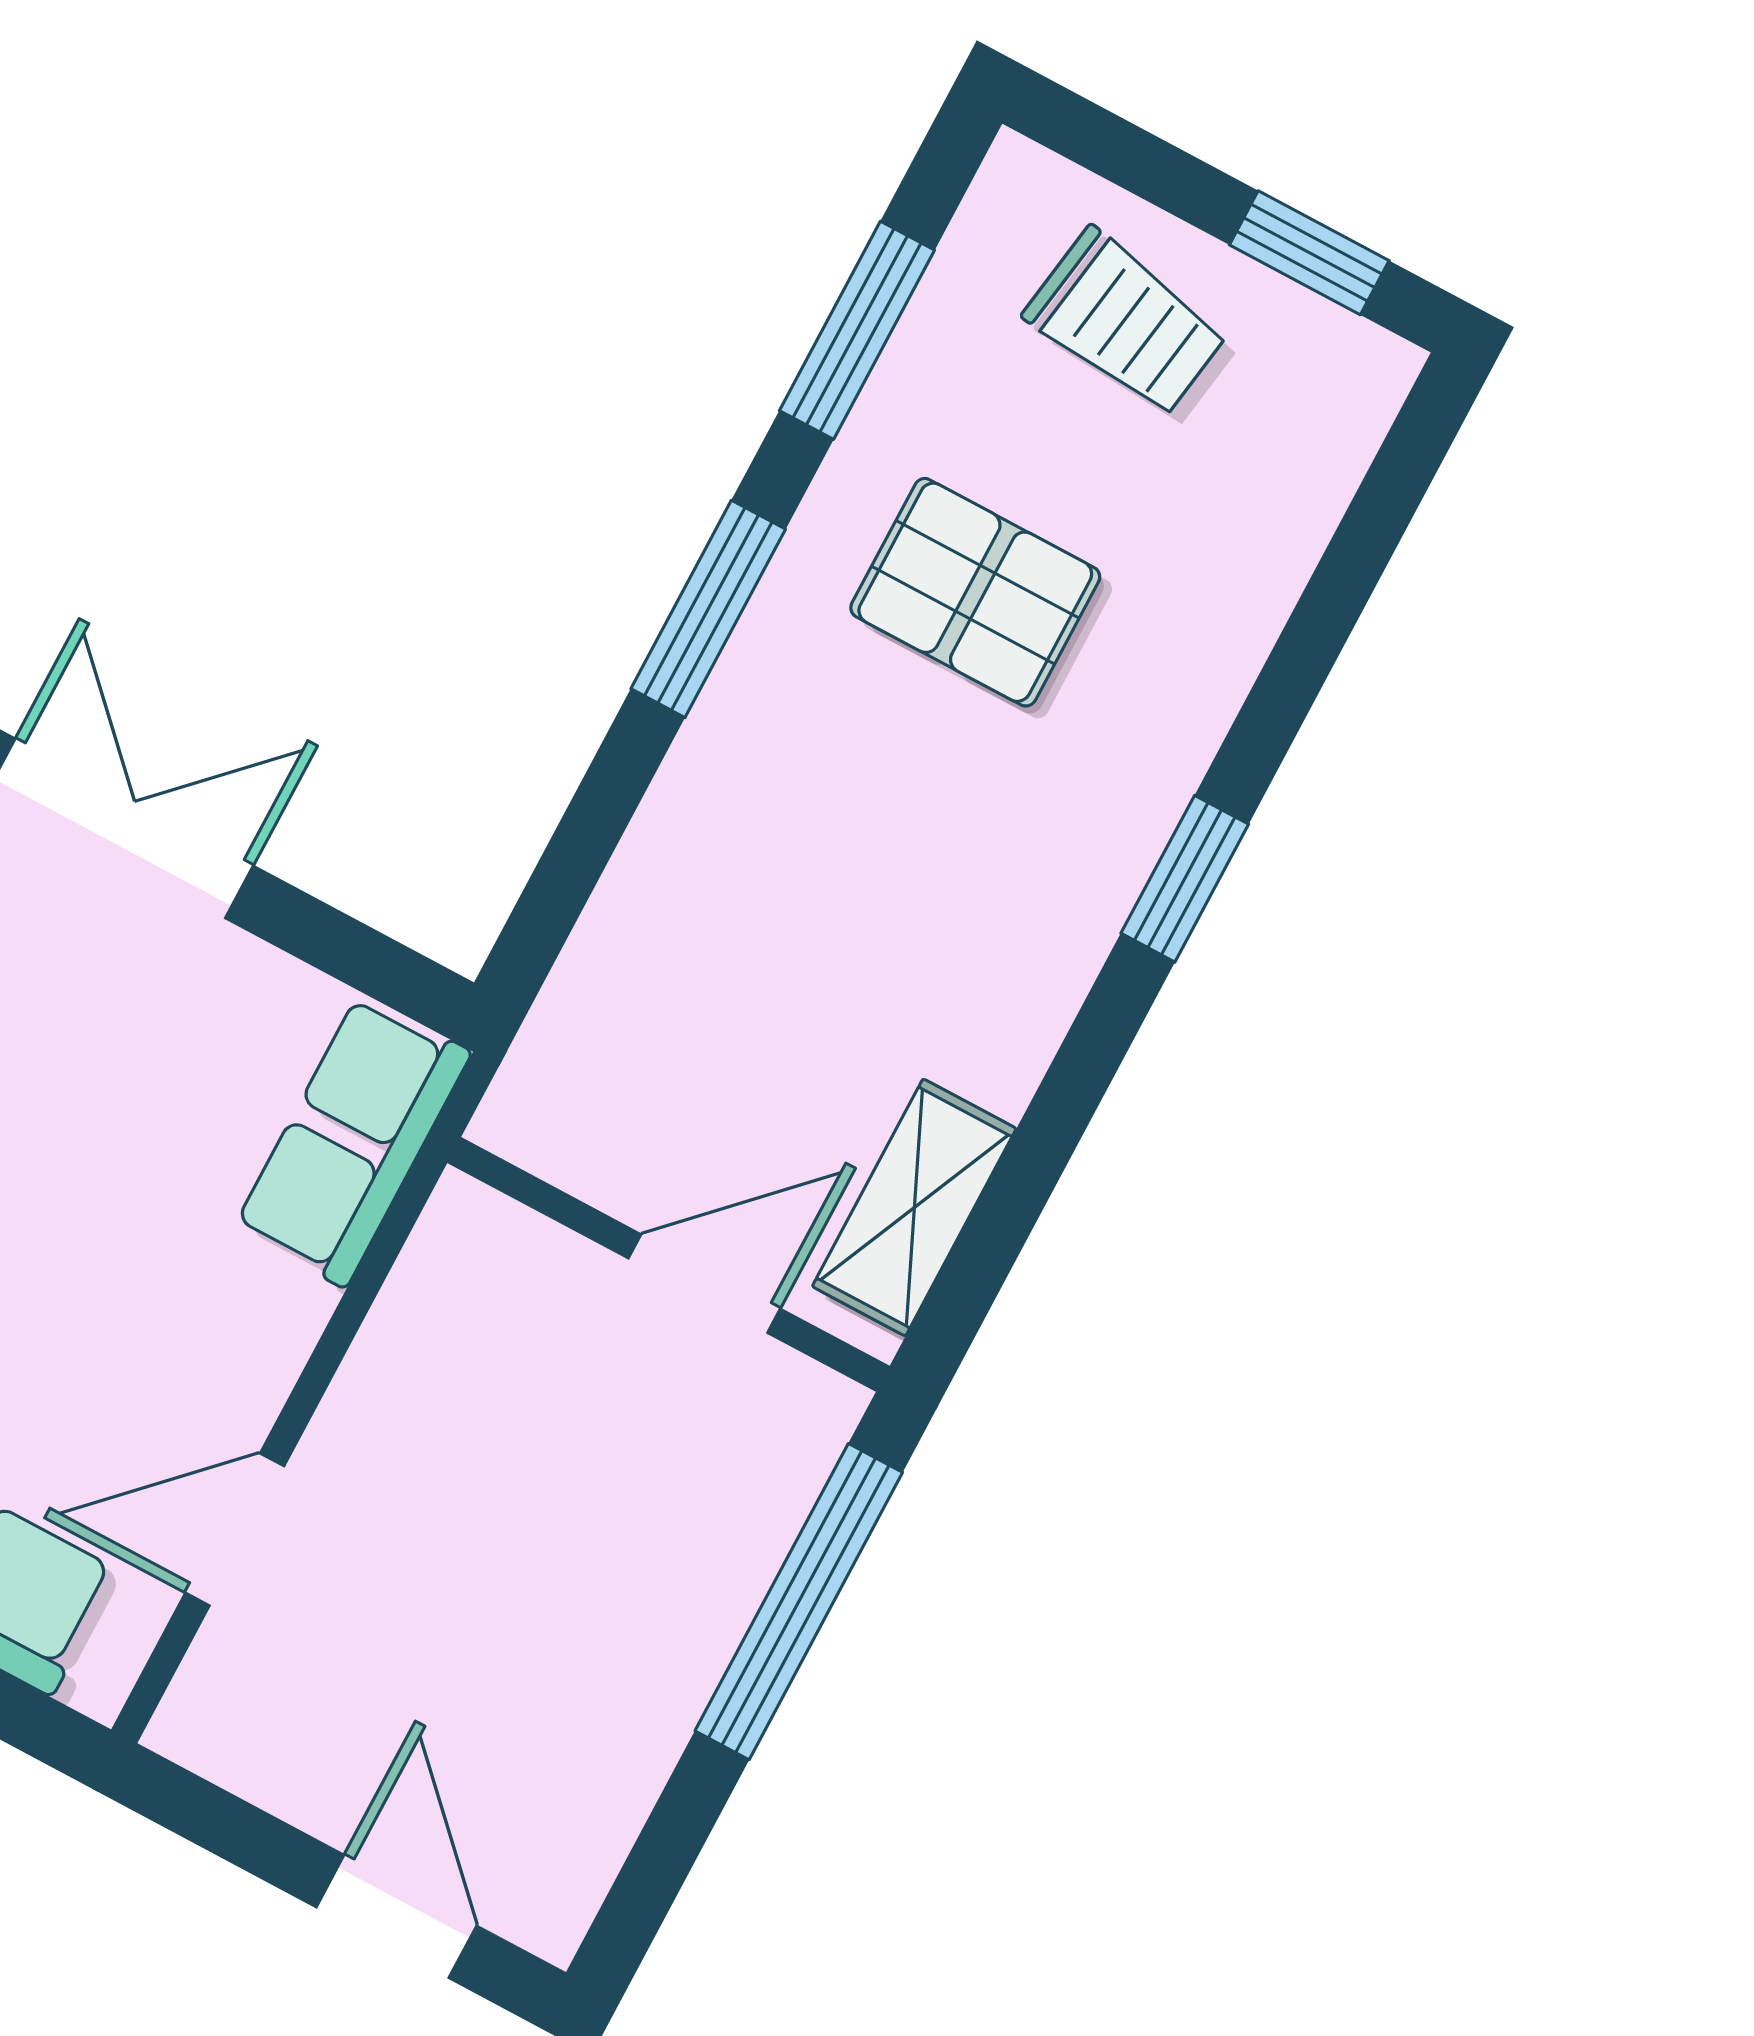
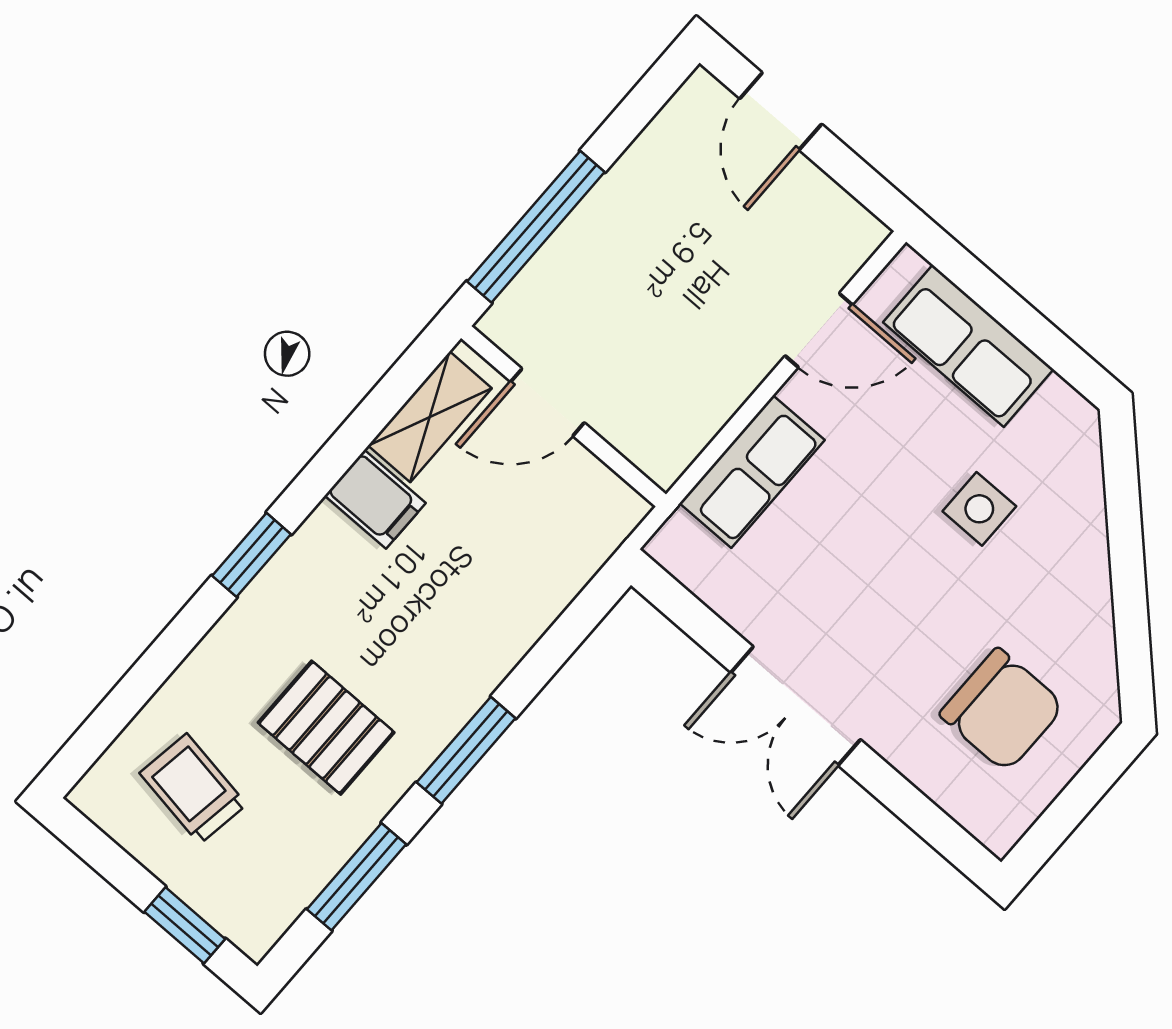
window: (1309, 253) -> (185, 925), moved
trolley: (1126, 323) -> (193, 789), moved
filing cabinet: (981, 1033) -> (375, 499), added
row of seats: (353, 1140) -> (752, 472), moved

